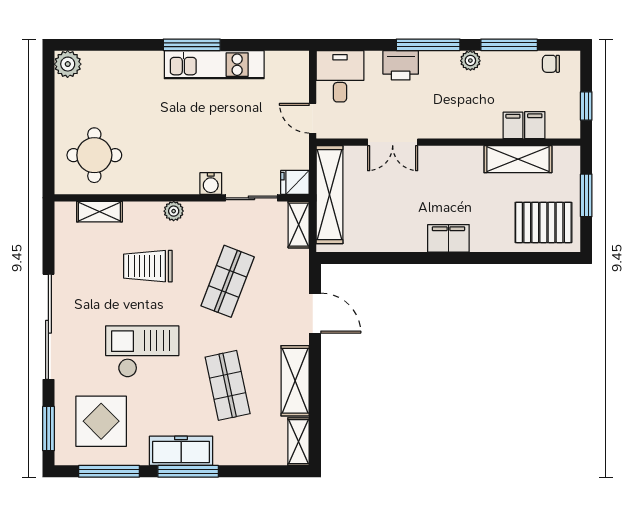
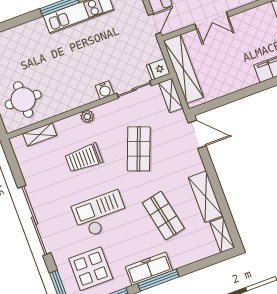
door: (313, 118) -> (155, 24), swing flipped
door: (315, 313) -> (197, 134), moved

